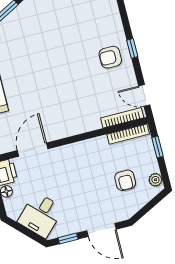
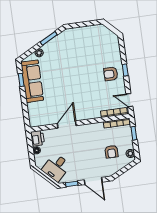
door: (33, 150) -> (67, 125), moved

